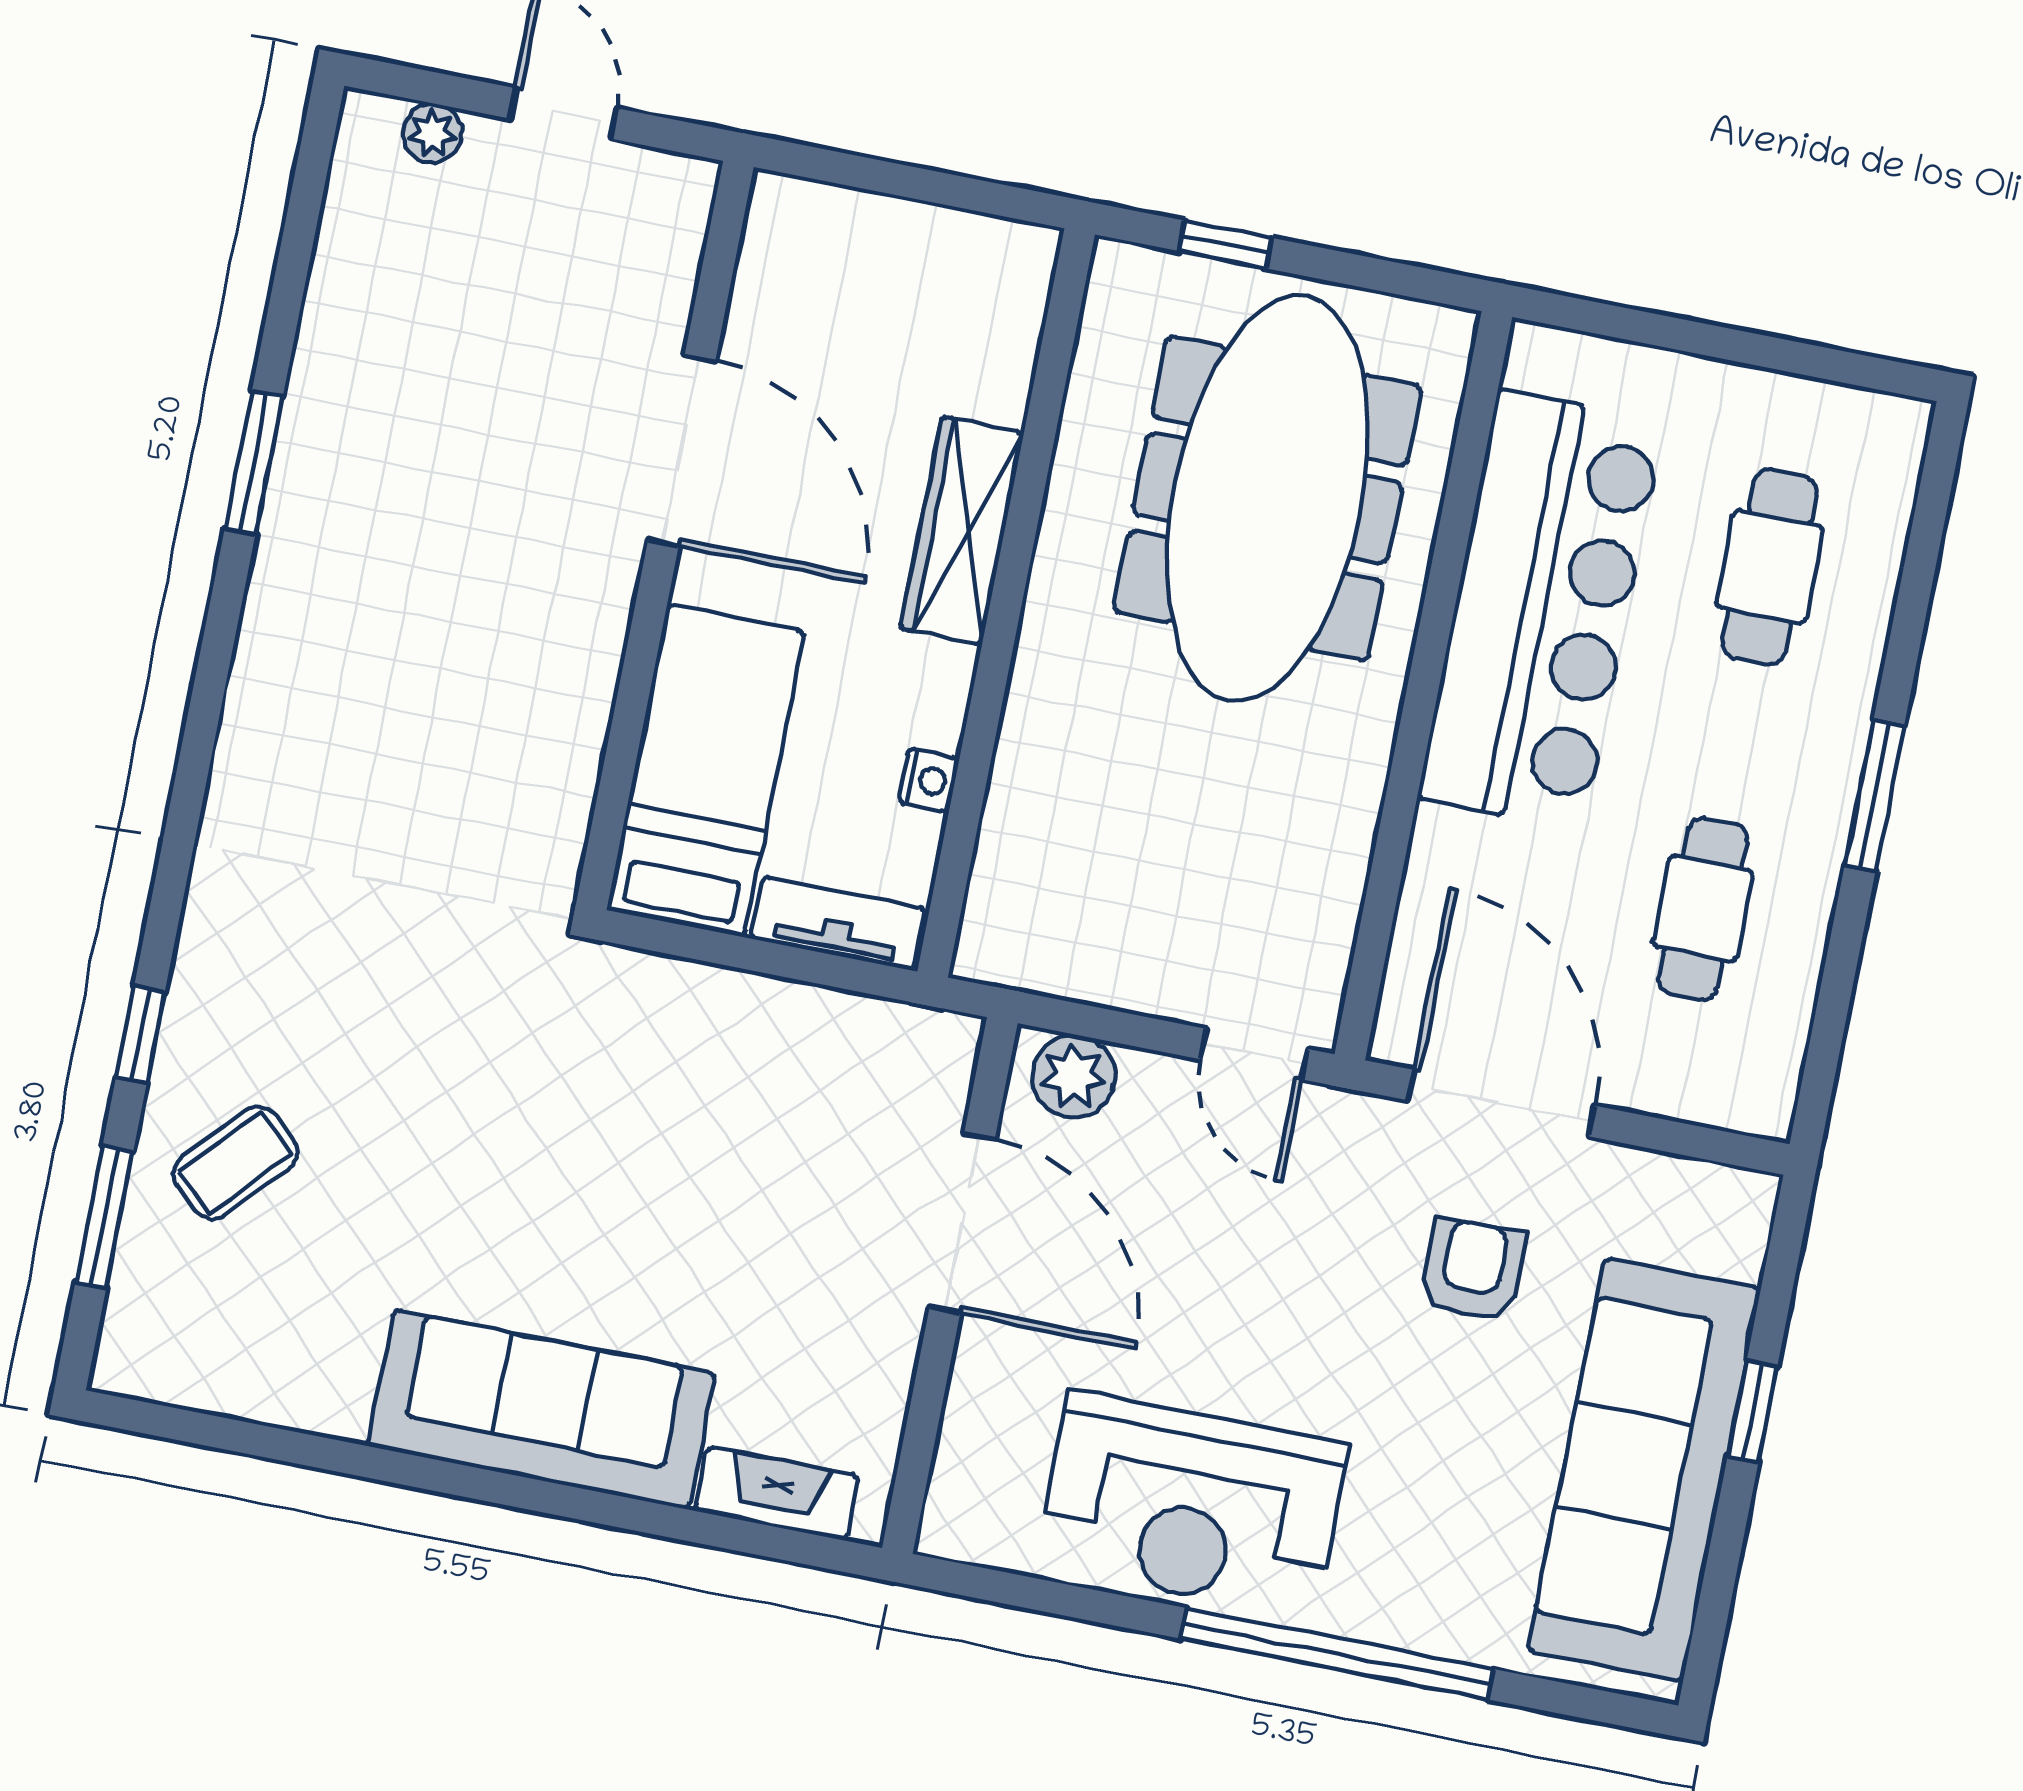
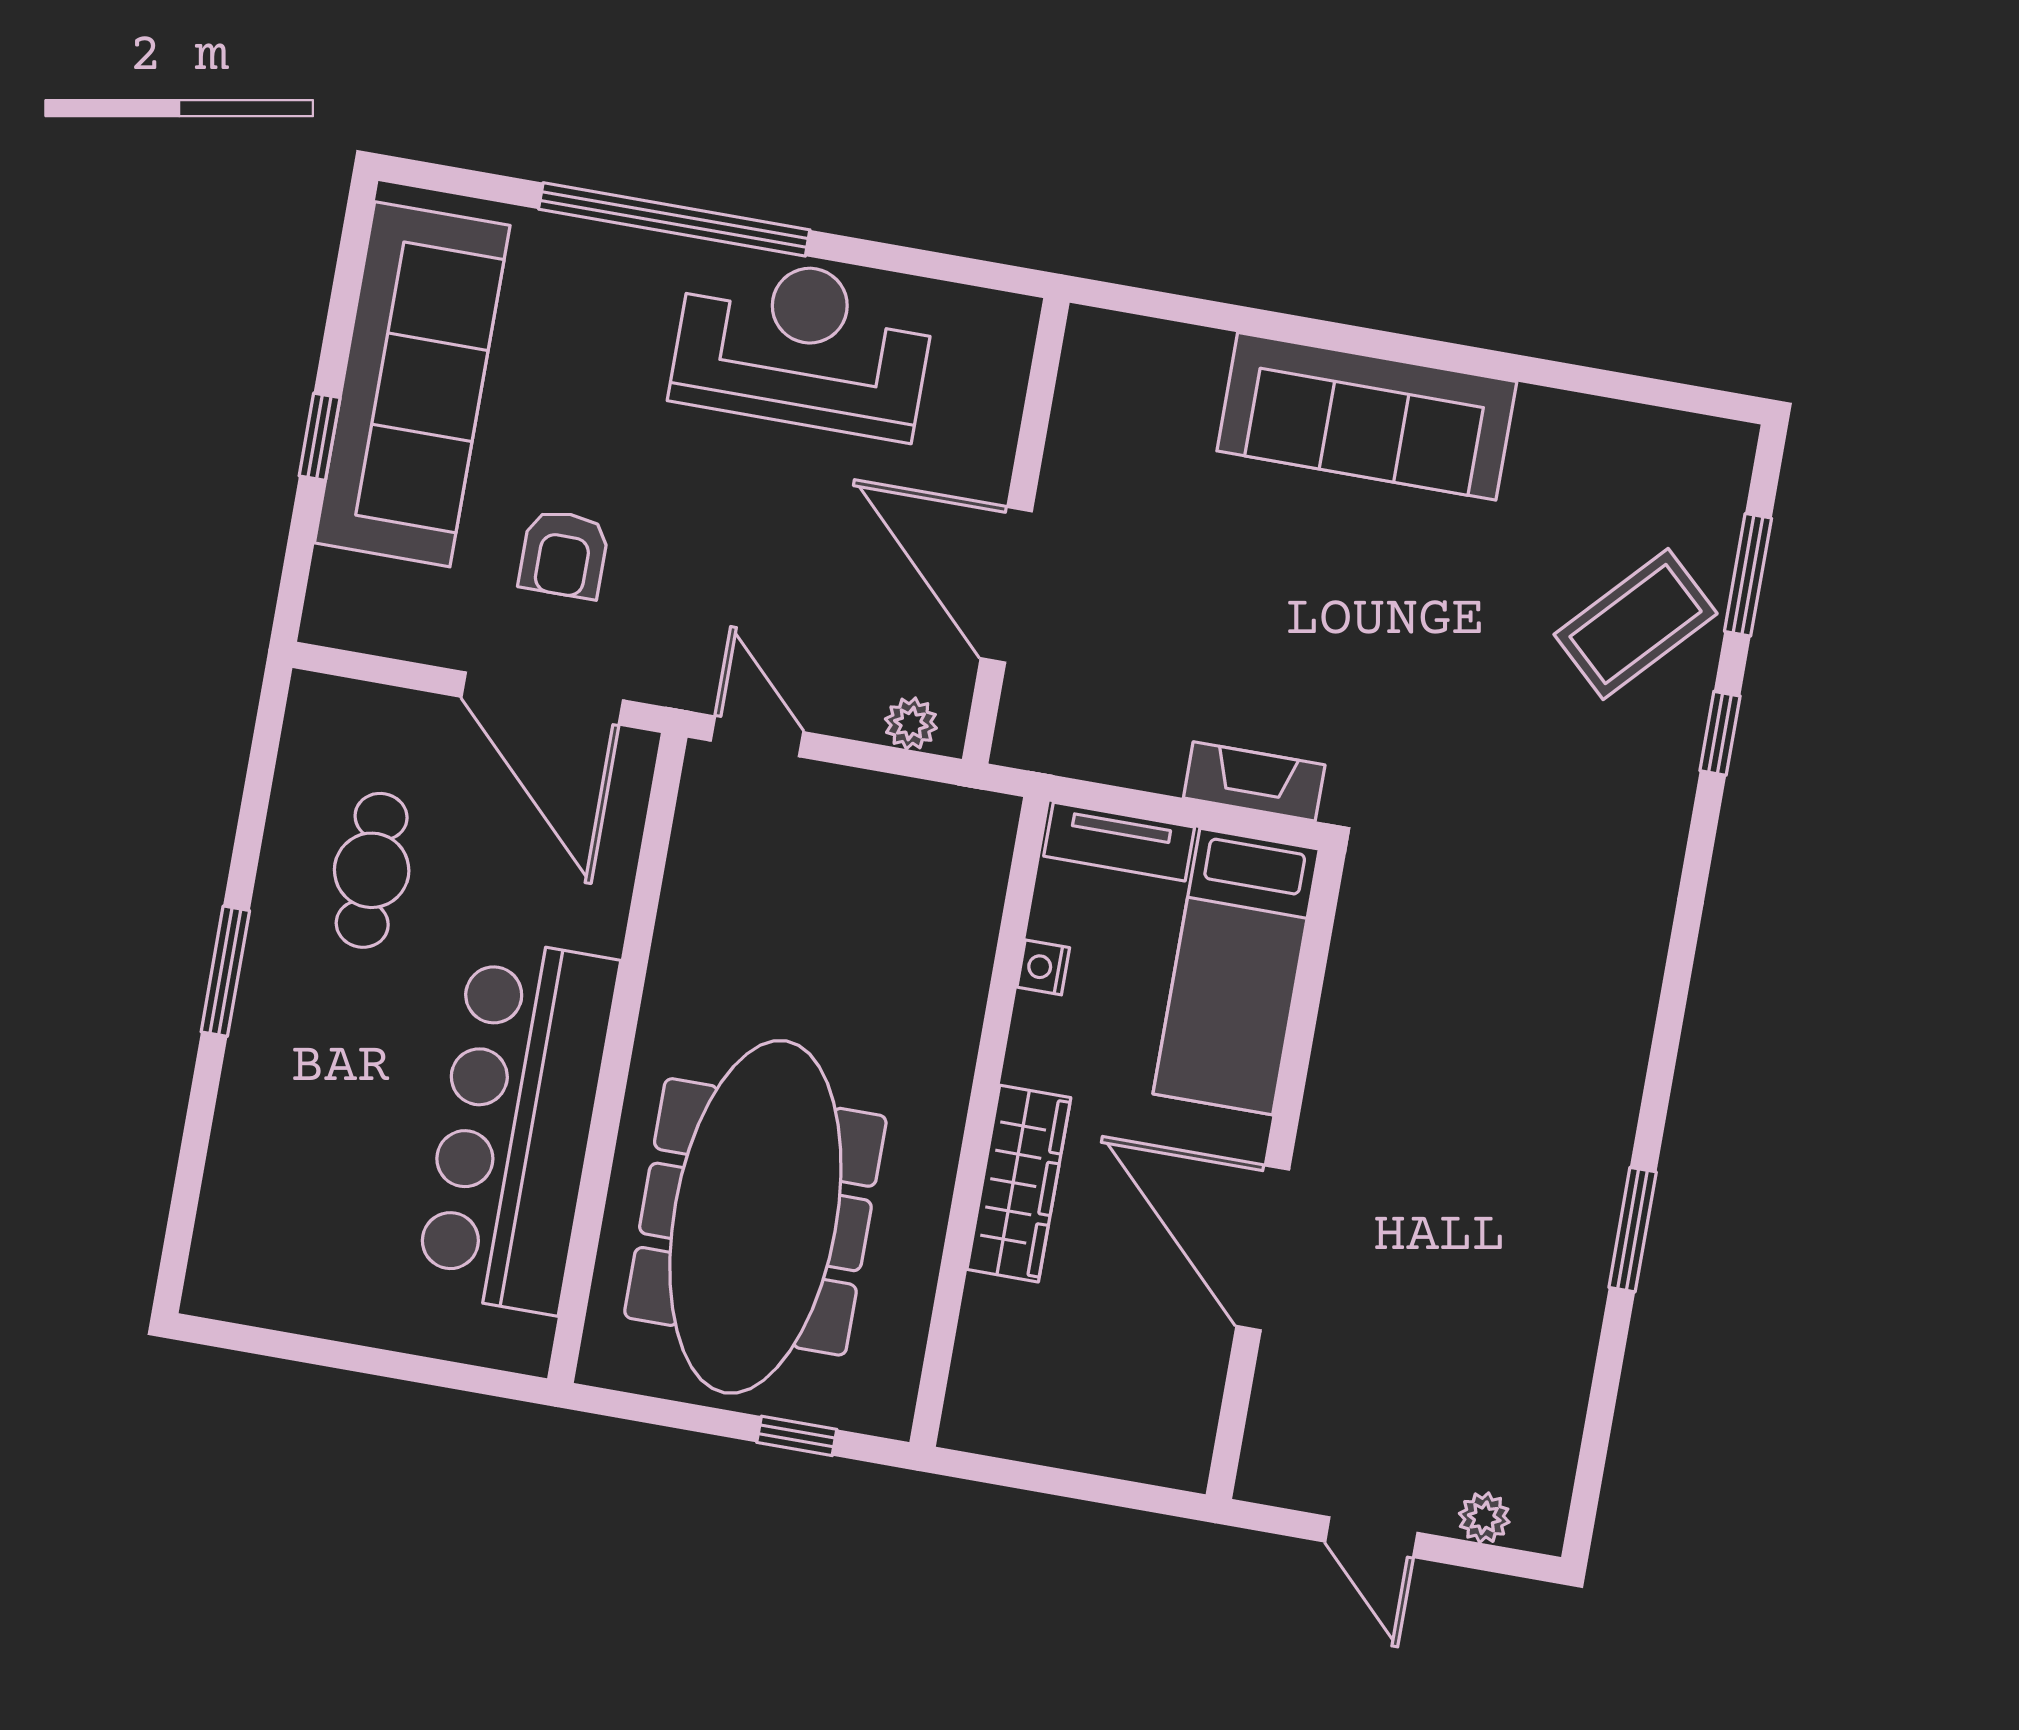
cafe table: (1770, 567) -> (320, 1167), removed
plant: (1074, 1076) -> (911, 724), width x0.73, depth x0.73
coffee table: (235, 1163) -> (1636, 624), width x1.36, depth x1.30
fireplace: (777, 1493) -> (1254, 781), moved, turned 180

